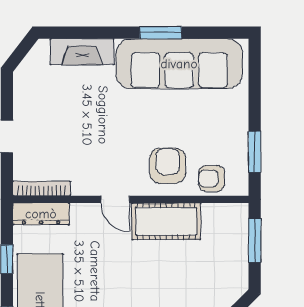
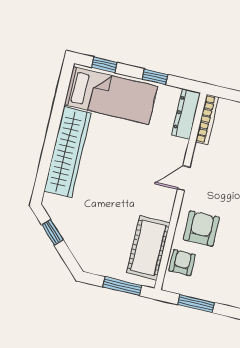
armchair: (168, 166) -> (201, 228), turned -90
cot: (166, 221) -> (148, 248), moved

